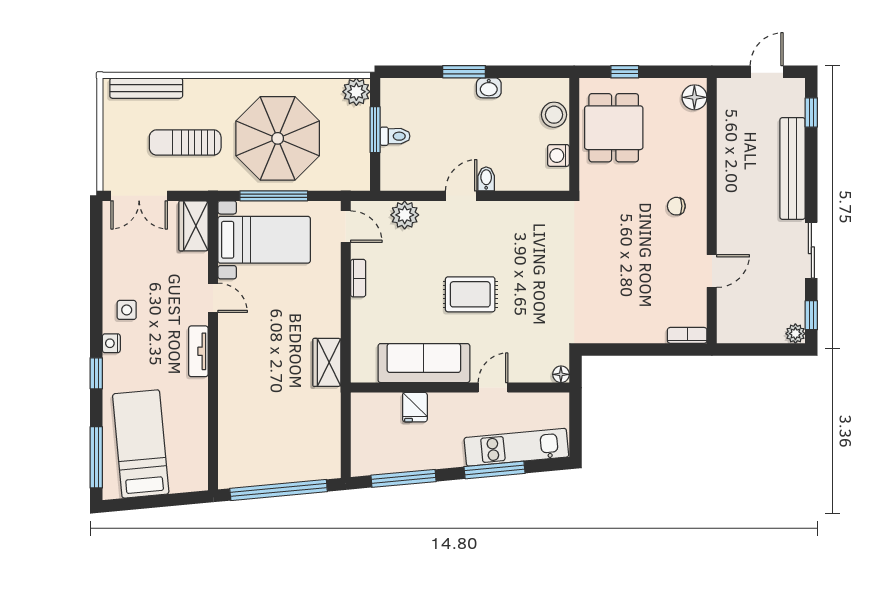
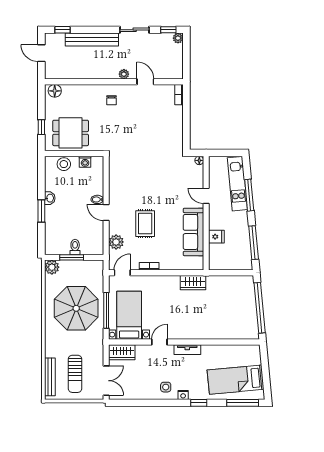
sun lounger: (185, 142) -> (75, 374), moved
plant: (726, 230) -> (124, 74), added
rug: (470, 294) -> (145, 224), moved

